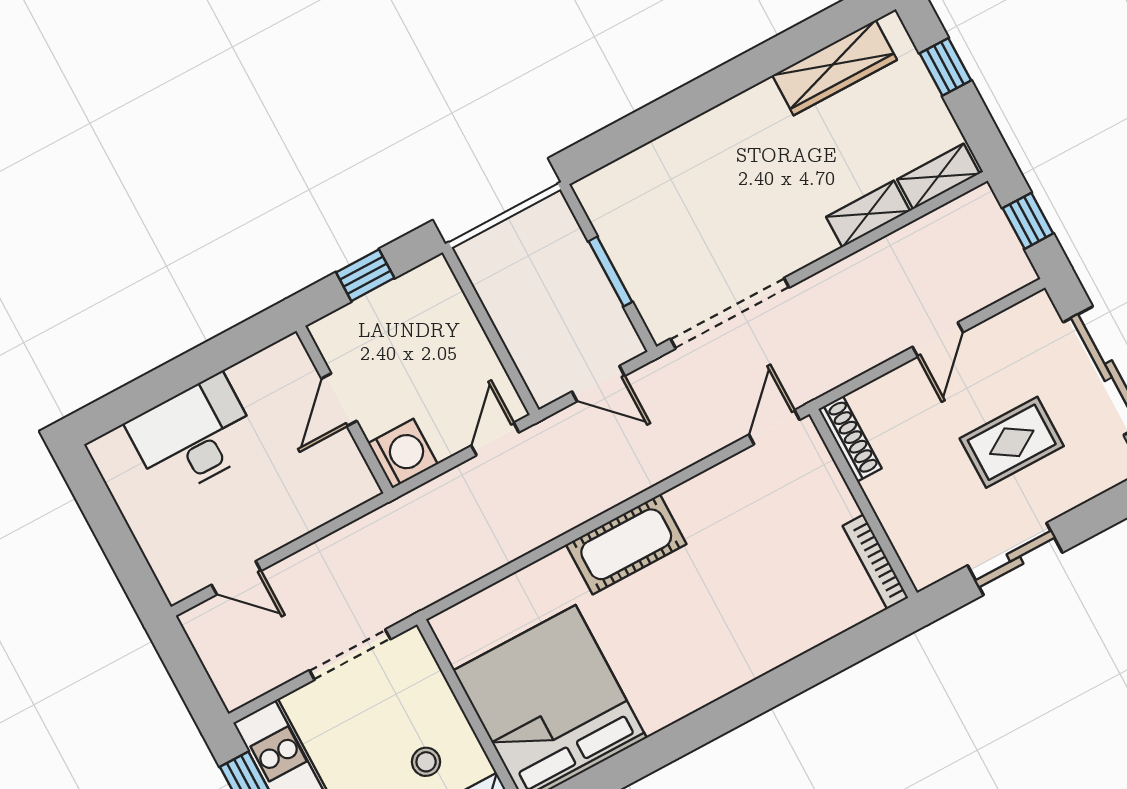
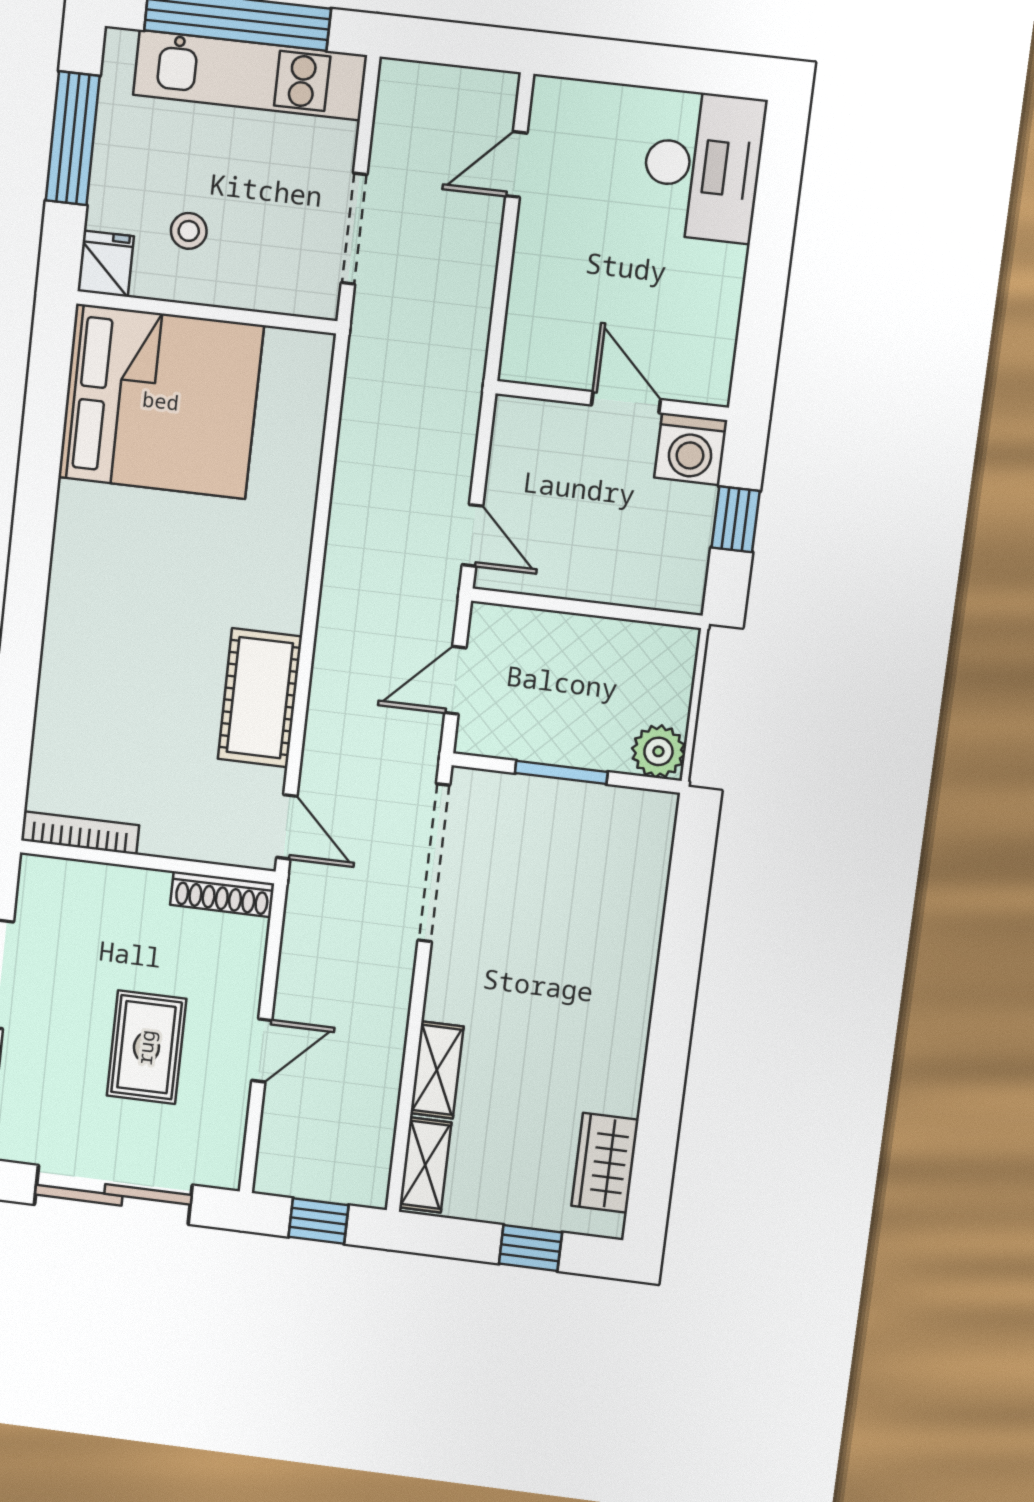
wardrobe: (835, 68) -> (605, 1163), width x0.67
plant: (552, 218) -> (658, 751), added
door: (938, 339) -> (262, 1050), swing flipped
desk: (194, 436) -> (703, 166), moved
rug: (1012, 442) -> (146, 1047), moved
washing machine: (403, 454) -> (691, 449), moved
cot: (626, 544) -> (260, 698), moved

